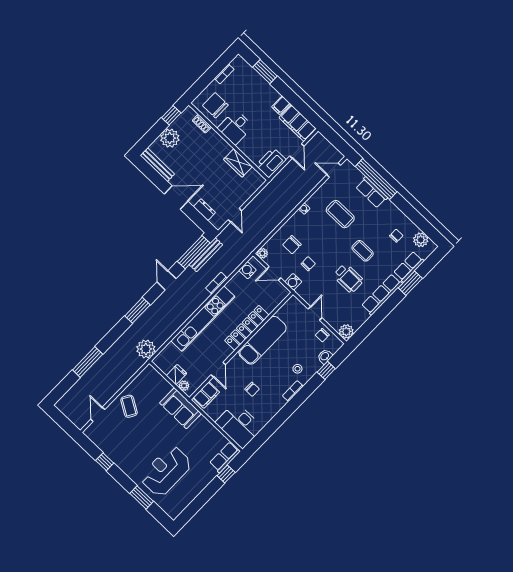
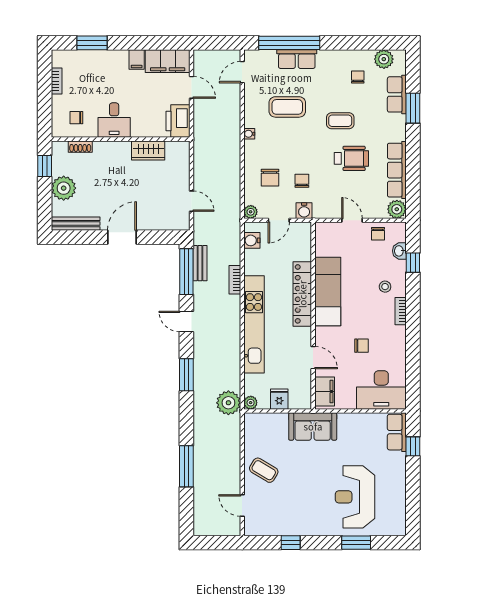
chair: (215, 105) -> (76, 118), width x0.54, depth x0.54
dresser: (204, 210) -> (159, 223), removed
bench: (206, 255) -> (200, 263), width x0.73
row of seats: (382, 295) -> (397, 170), moved
plant: (184, 386) -> (251, 403), moved

